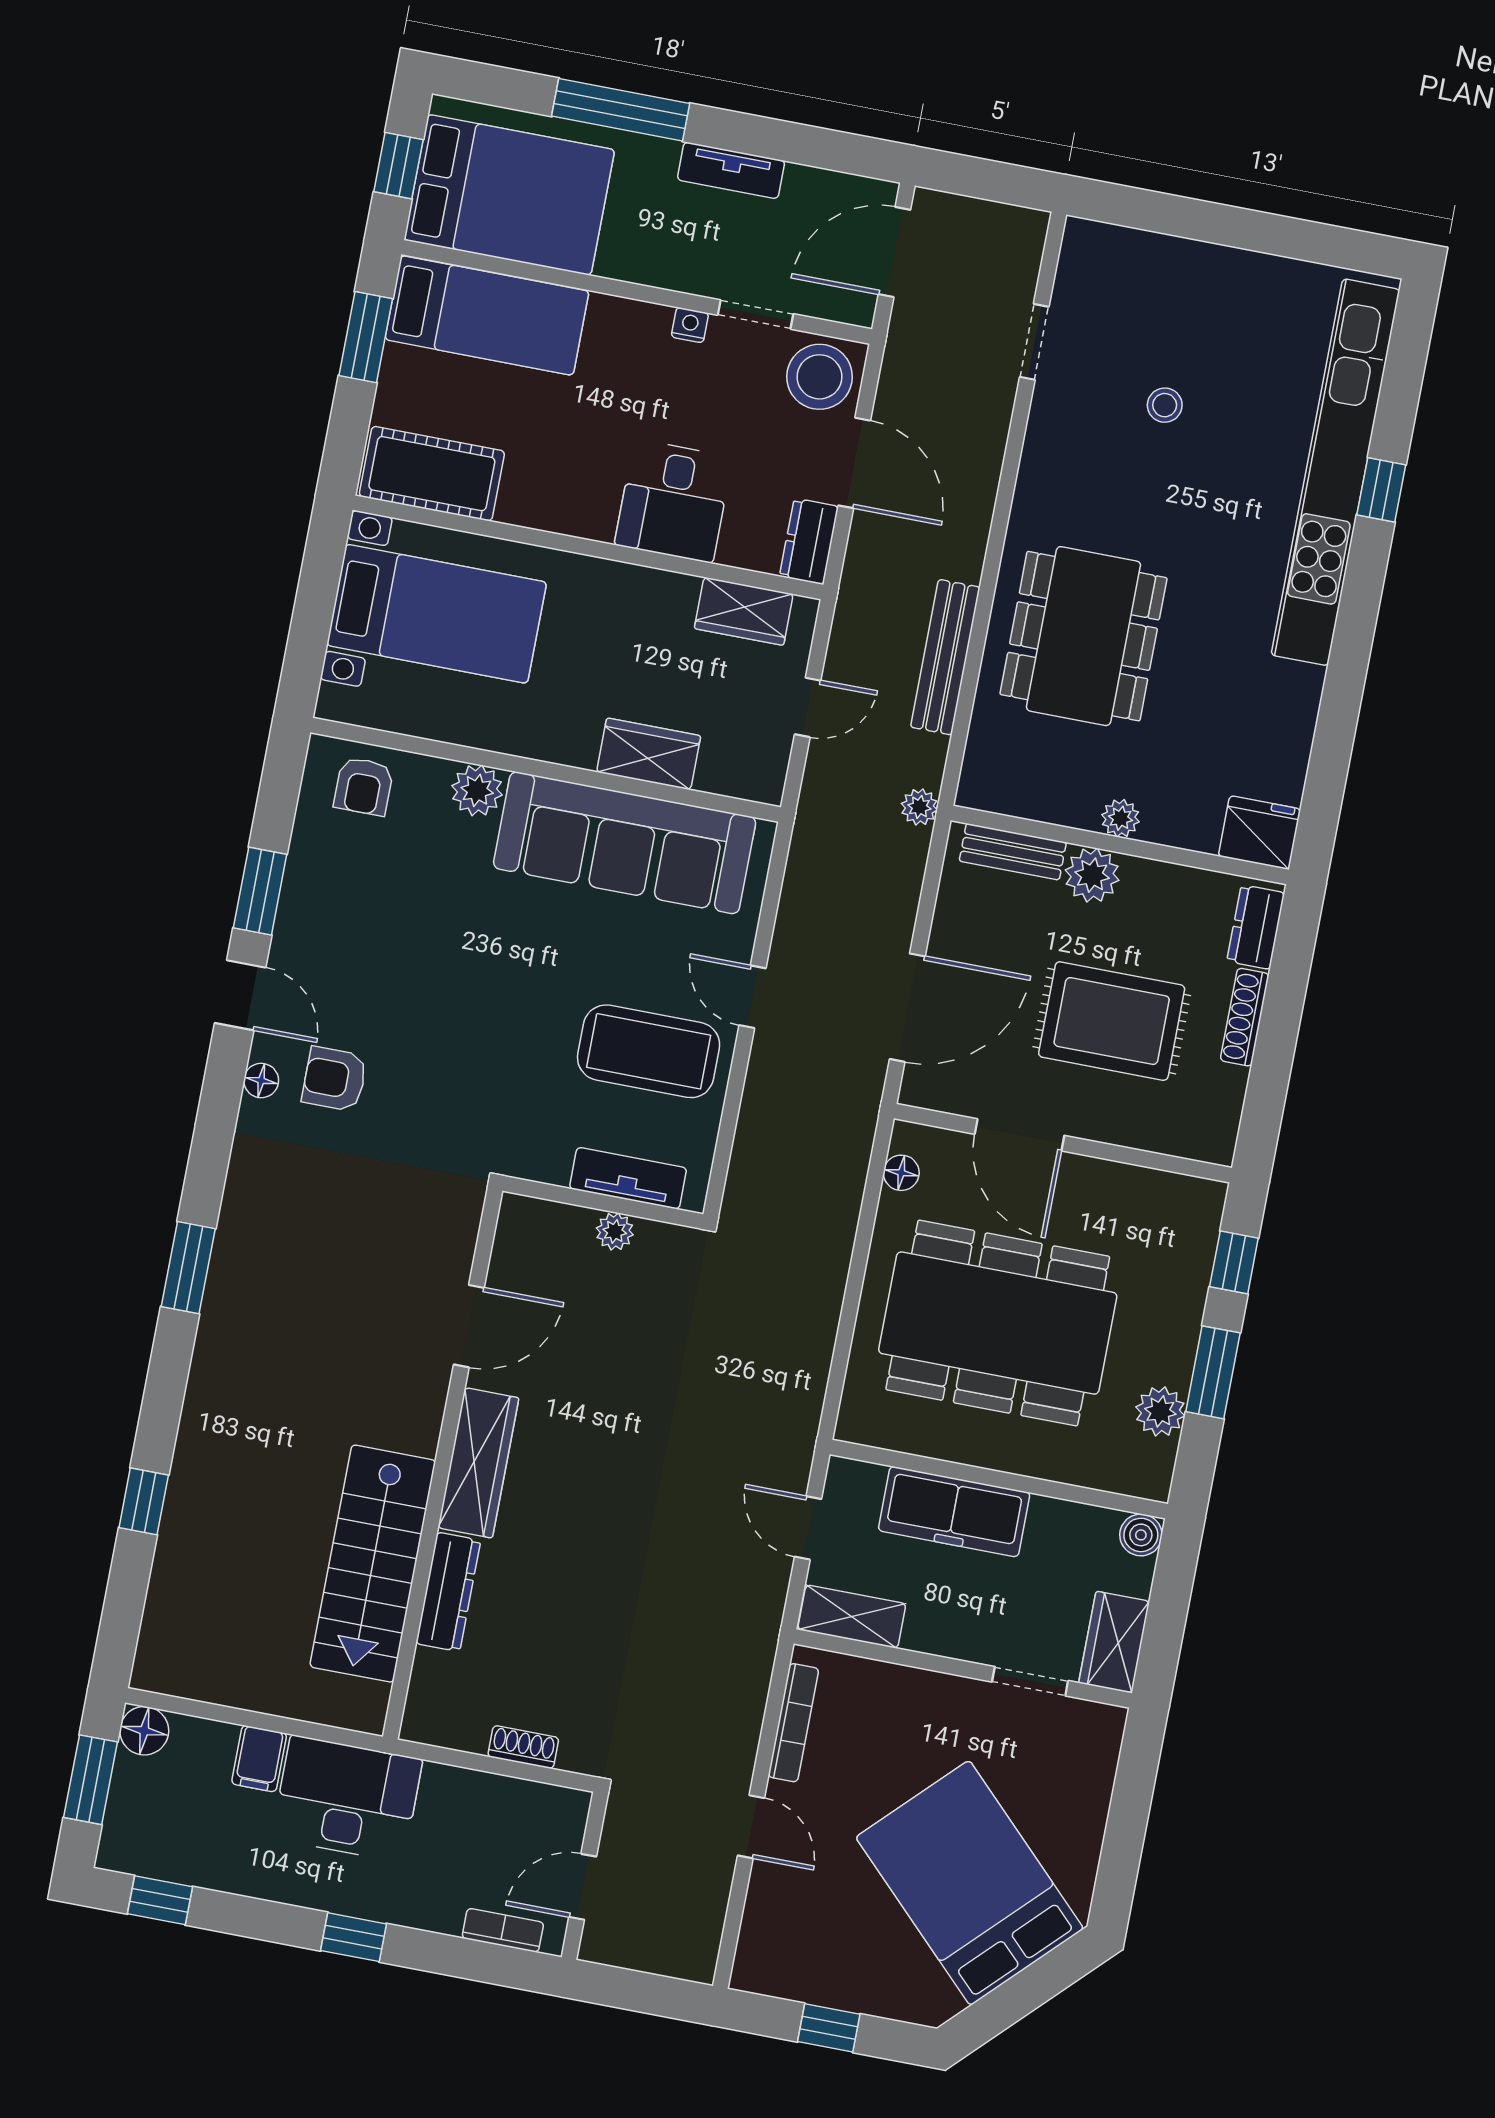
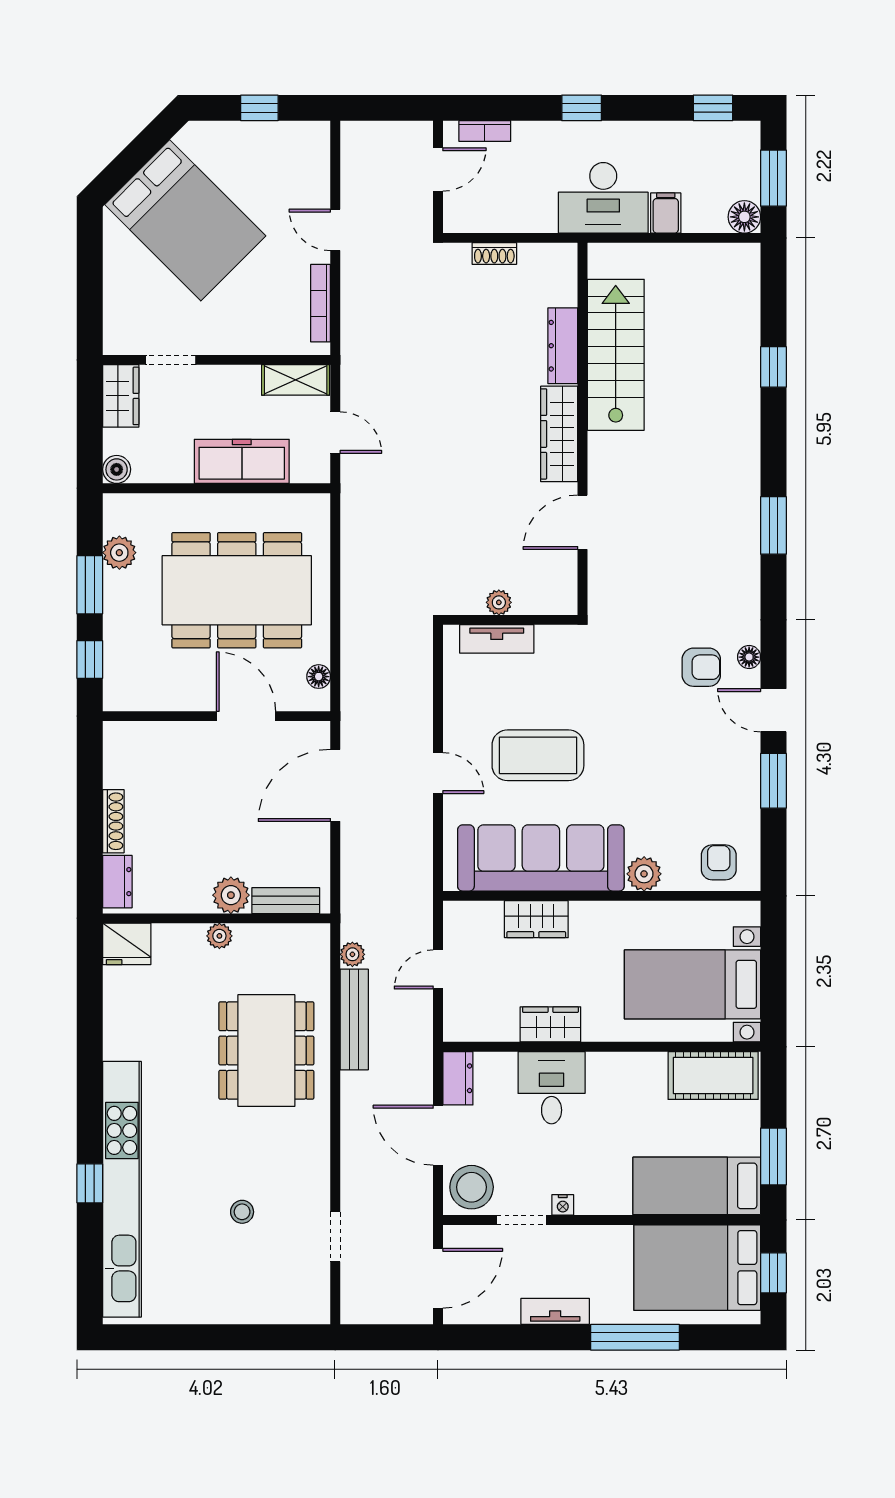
wardrobe: (744, 611) -> (550, 1024), moved
plant: (919, 807) -> (352, 954), moved
rug: (1112, 1021) -> (200, 802), removed
coffee table: (649, 1051) -> (538, 755), moved

